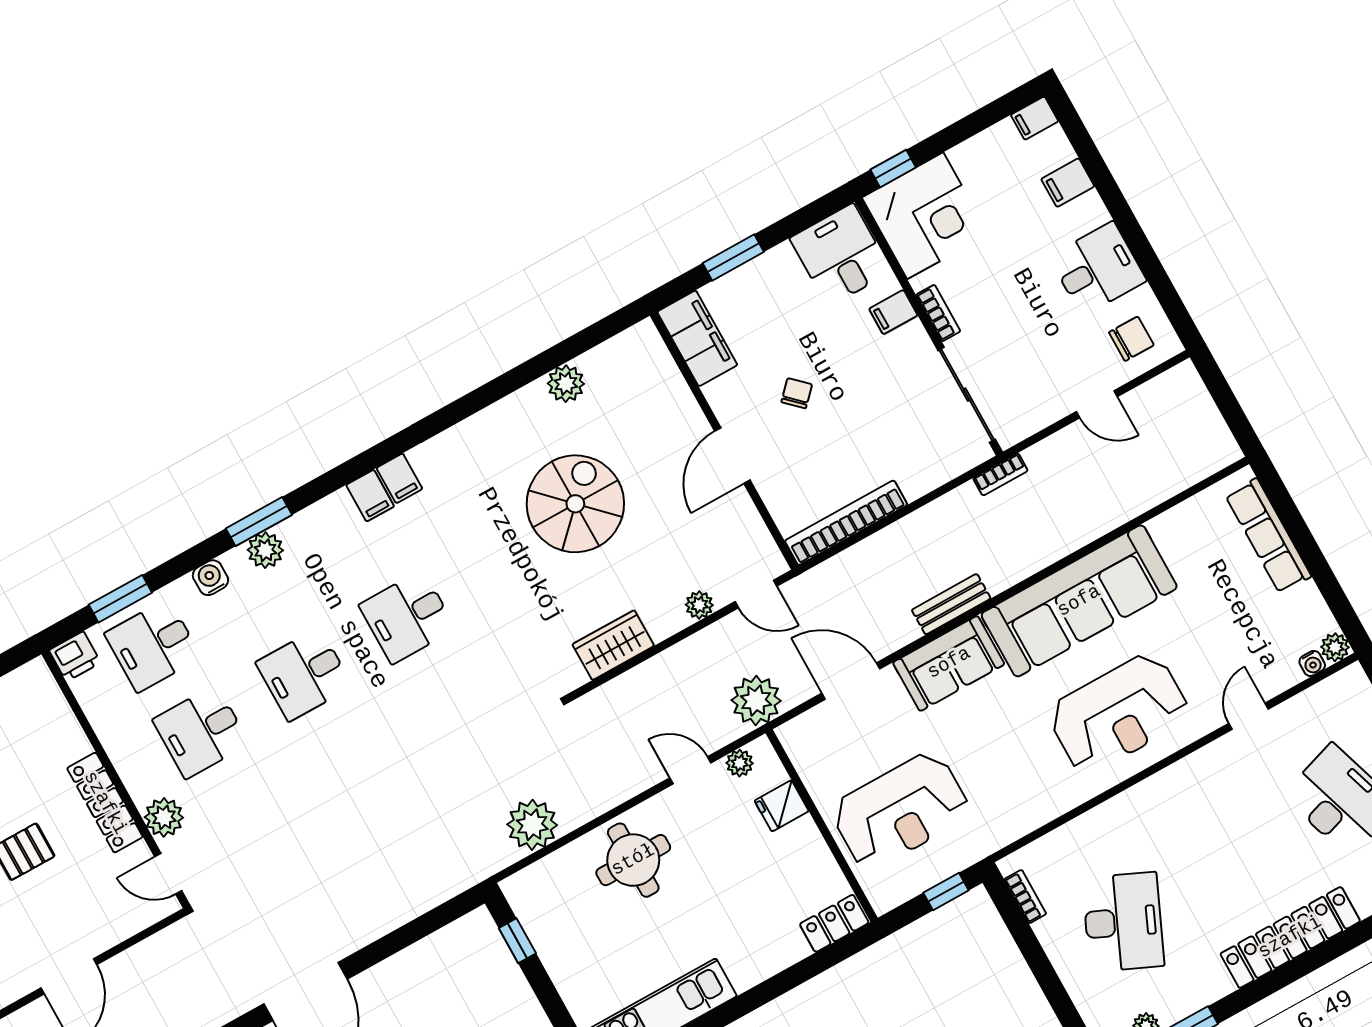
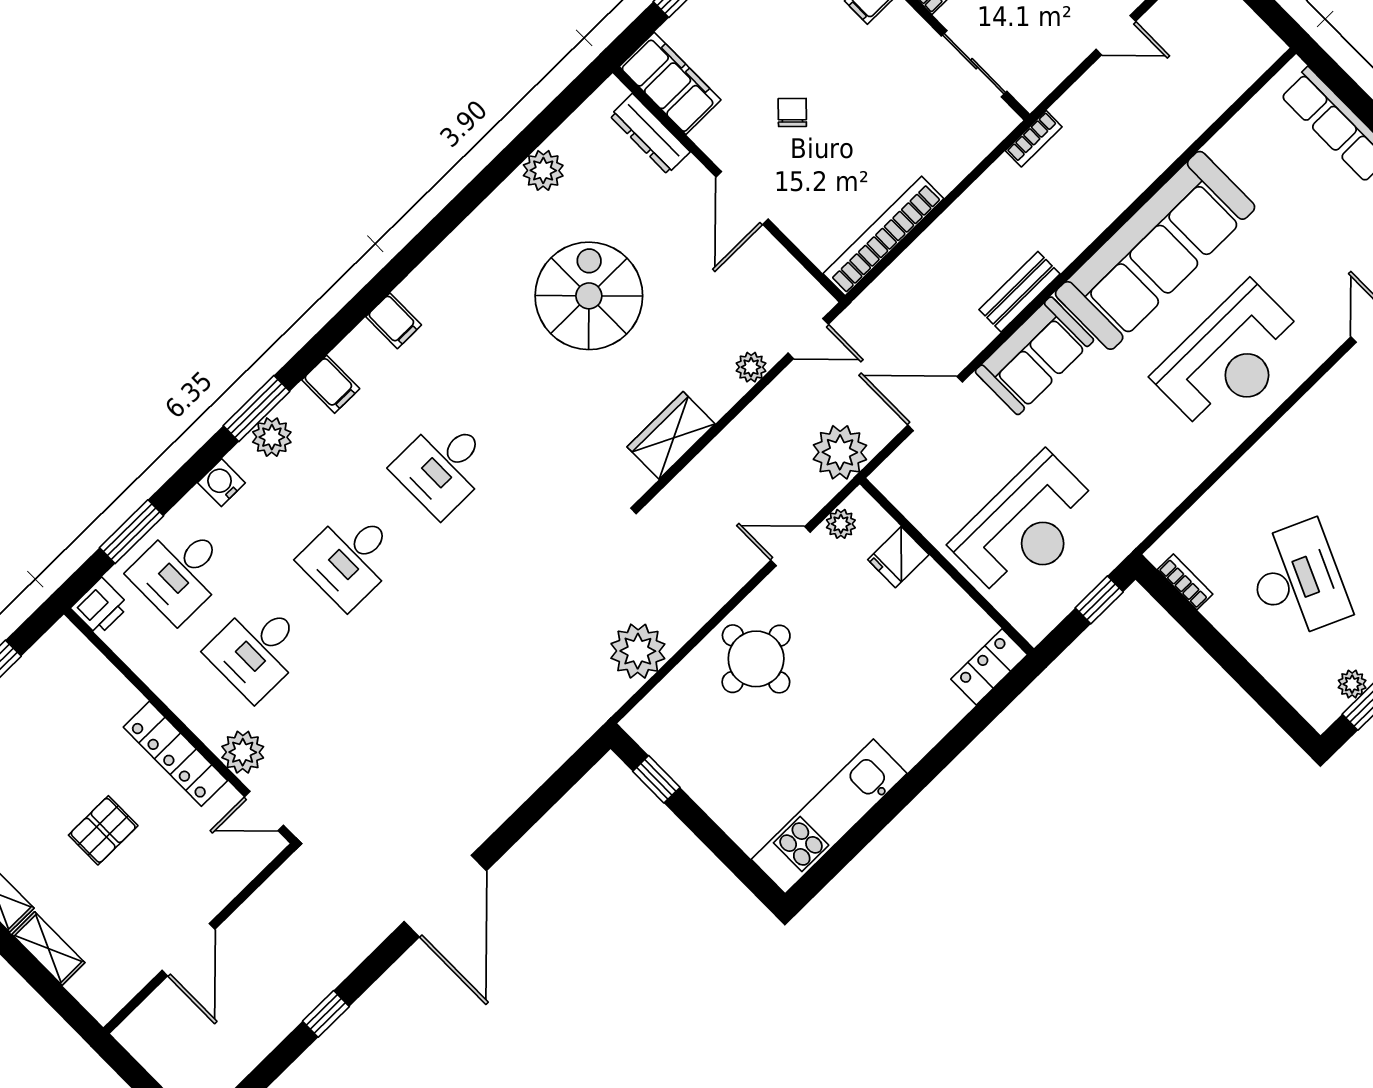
dresser: (668, 378) -> (650, 134), added
sliding door: (967, 395) -> (974, 64), width x0.73
filing cabinet: (370, 496) -> (331, 384), moved

